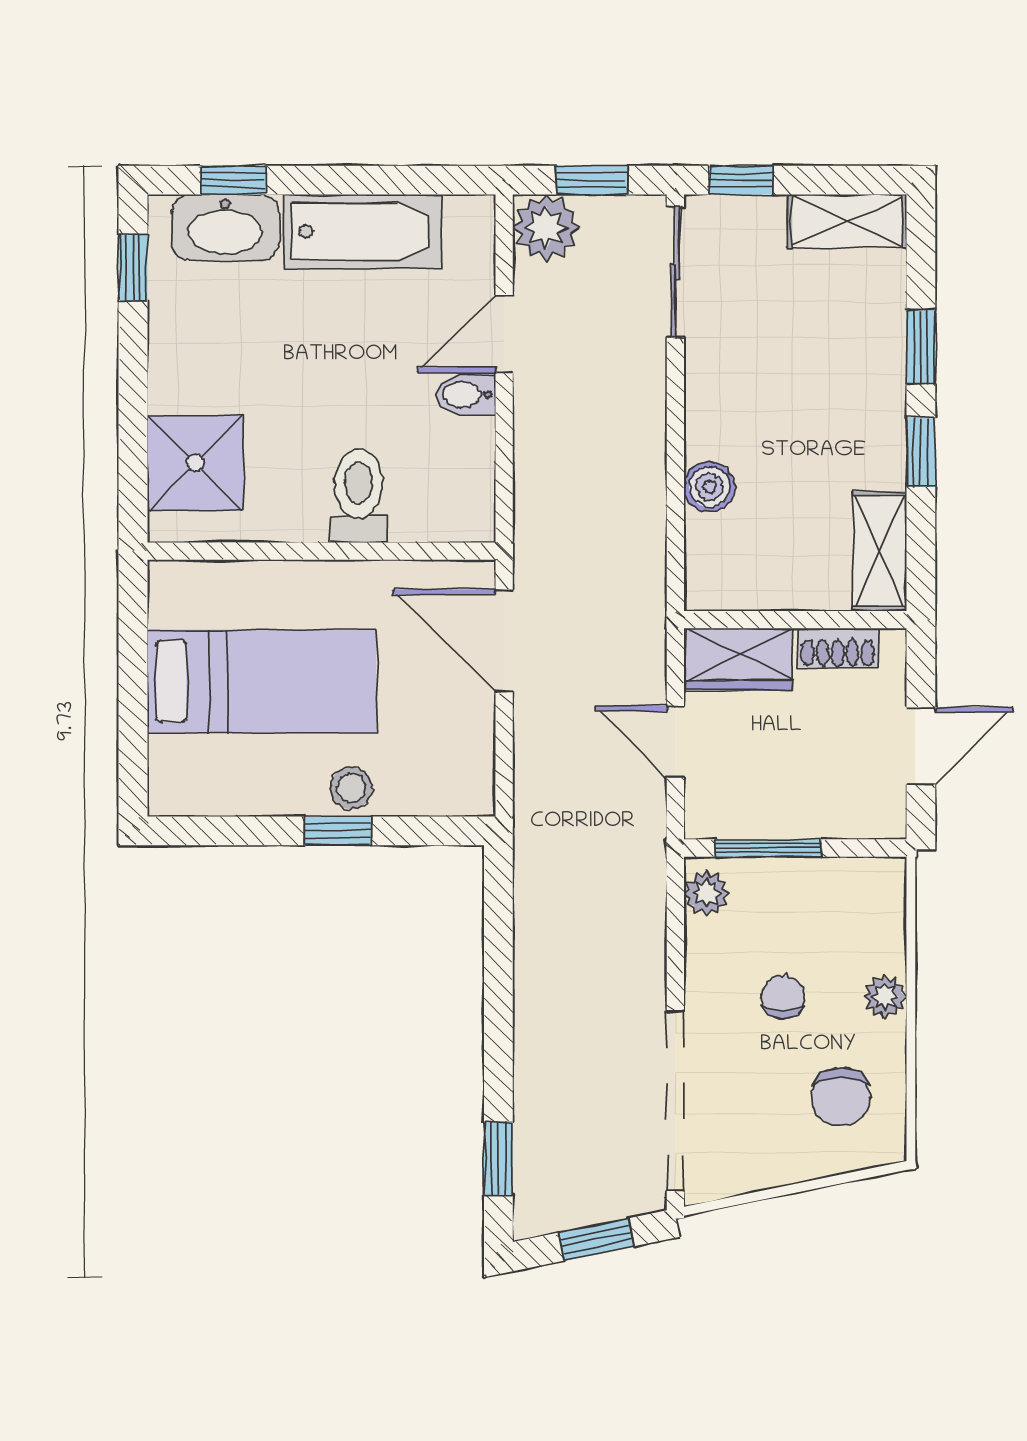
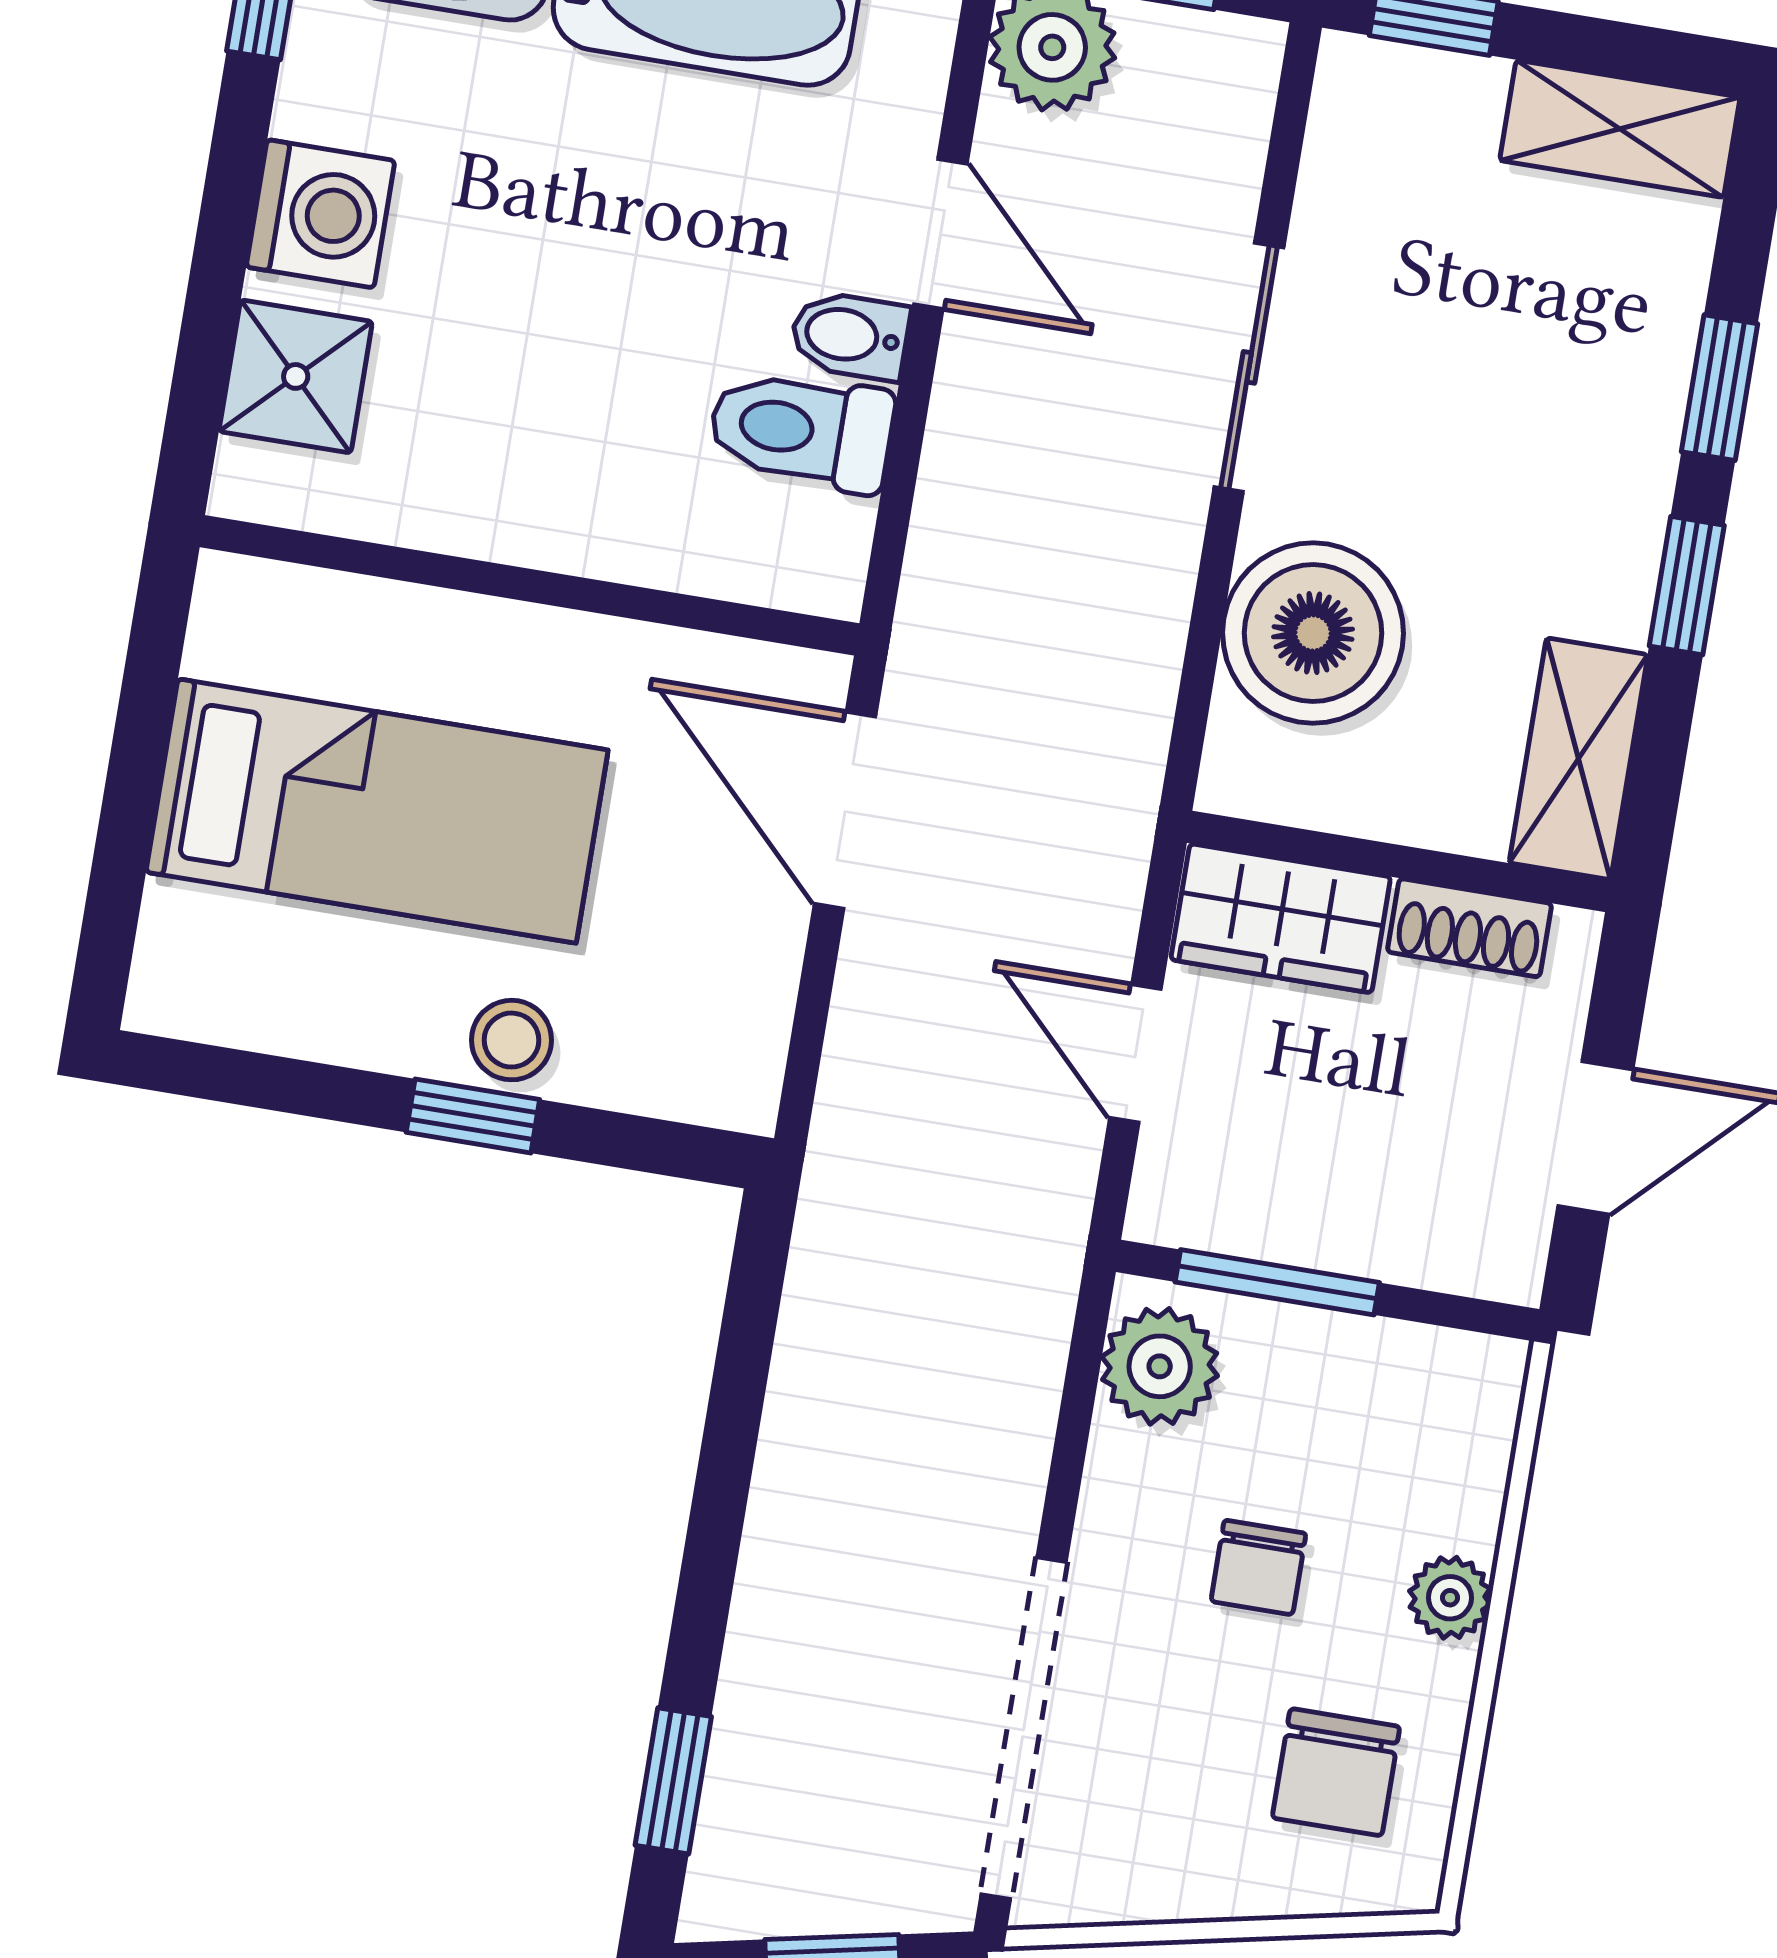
sliding door: (675, 272) -> (1249, 367), moved
door: (504, 334) -> (940, 234), swing flipped
washing machine: (181, 377) -> (320, 214), added
shower: (195, 463) -> (296, 376), width x0.73, depth x0.73
boiler: (709, 487) -> (1313, 633), width x1.86, depth x1.86
toilet: (359, 496) -> (801, 430), moved, turned -90
plant: (706, 893) -> (1160, 1366), width x1.38, depth x1.38
chair: (783, 997) -> (1258, 1567), turned 180

